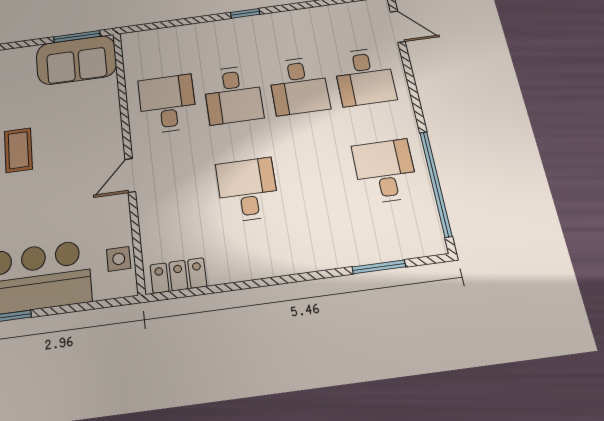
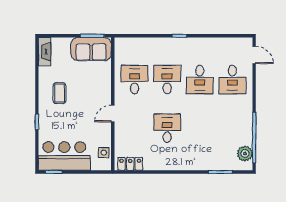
desk: (233, 95) -> (167, 79), turned 180
desk: (385, 171) -> (232, 128), removed
plant: (424, 220) -> (245, 154), added

